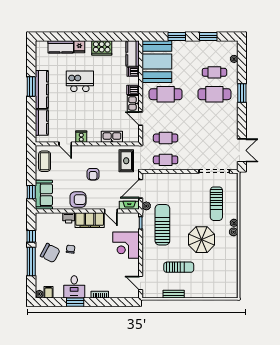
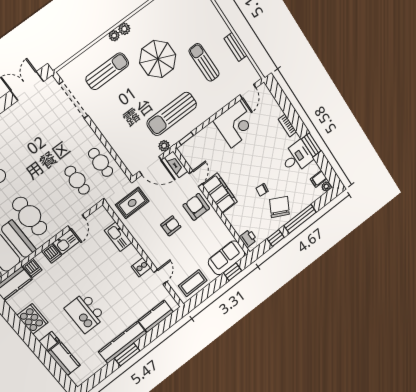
armchair: (78, 200) -> (196, 207), moved
printer: (69, 218) -> (248, 238), moved
corner desk: (126, 245) -> (235, 124), moved

